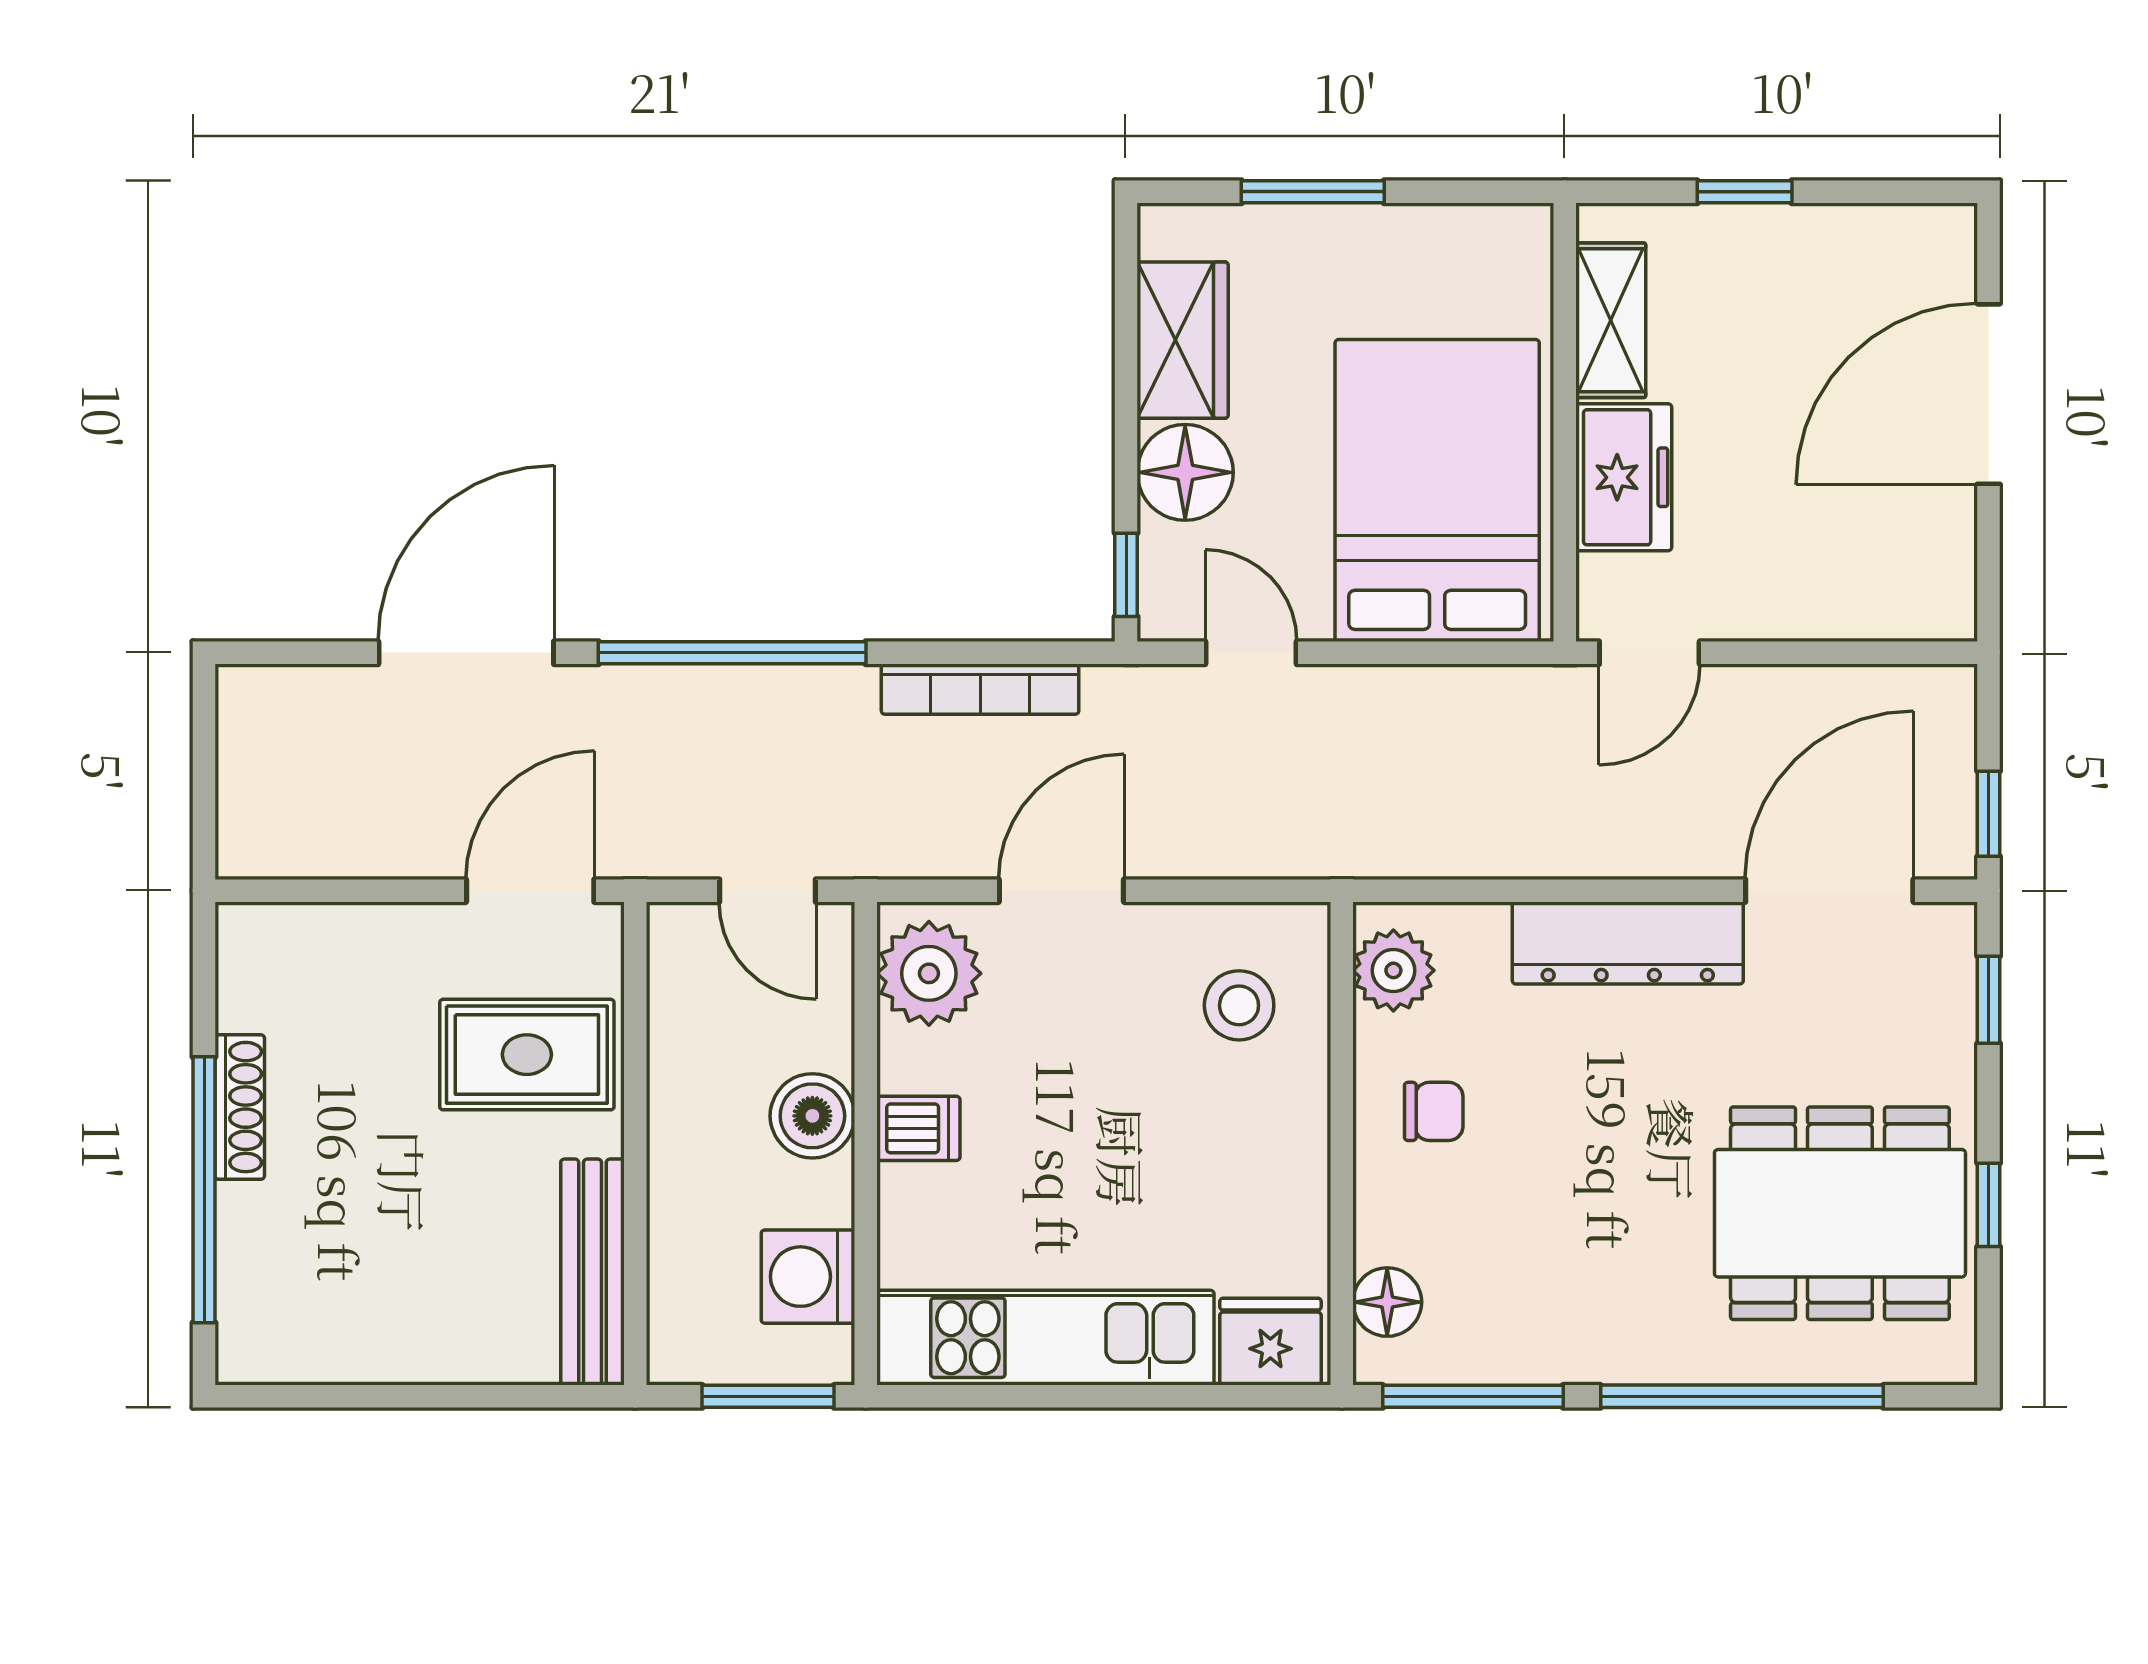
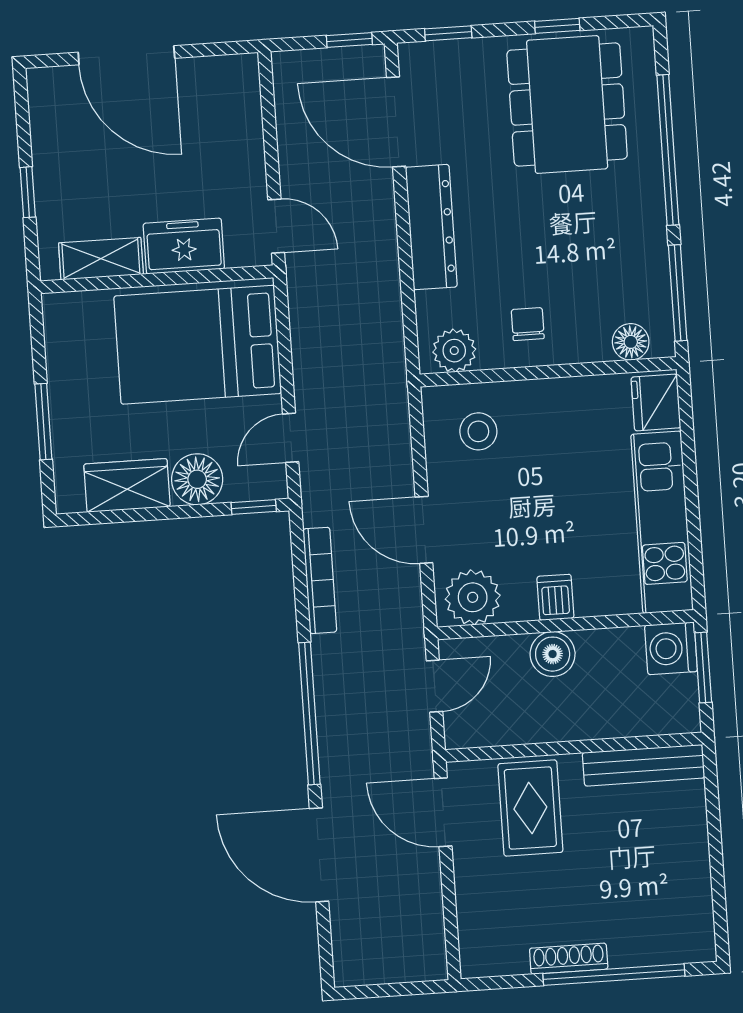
washing machine: (808, 1277) -> (671, 648), moved, turned 90

